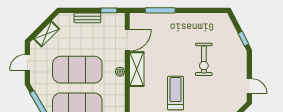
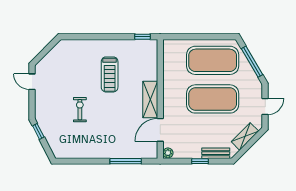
window: (109, 10) -> (200, 161), moved
bench: (87, 18) -> (216, 153), moved
exercise bike: (204, 59) -> (80, 110), width x0.73, depth x0.72
plant: (120, 72) -> (168, 153), moved

